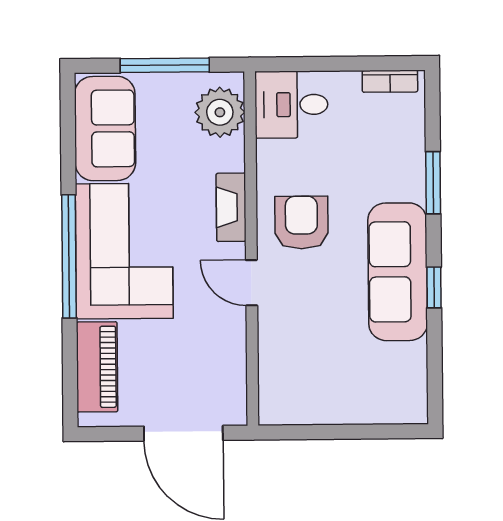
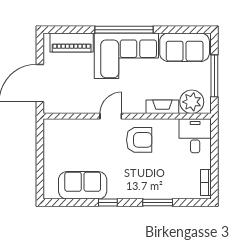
fireplace: (231, 207) -> (162, 107), moved
sofa: (398, 272) -> (83, 185), moved, width x0.73

